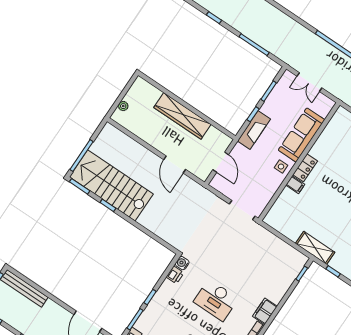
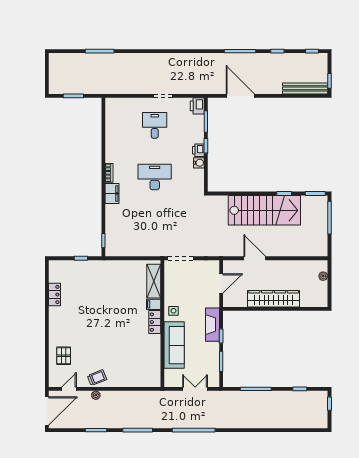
door: (221, 162) -> (221, 283), swing flipped
stairs: (111, 185) -> (264, 210), moved
shelving: (315, 248) -> (154, 281), moved, turned 90
water cooler: (182, 263) -> (199, 163), moved
printer: (175, 275) -> (198, 150), moved

